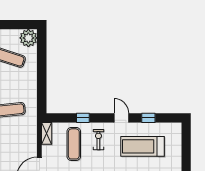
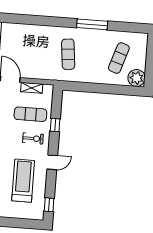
window: (148, 118) -> (49, 205), moved
shelving: (47, 133) -> (32, 88), moved

